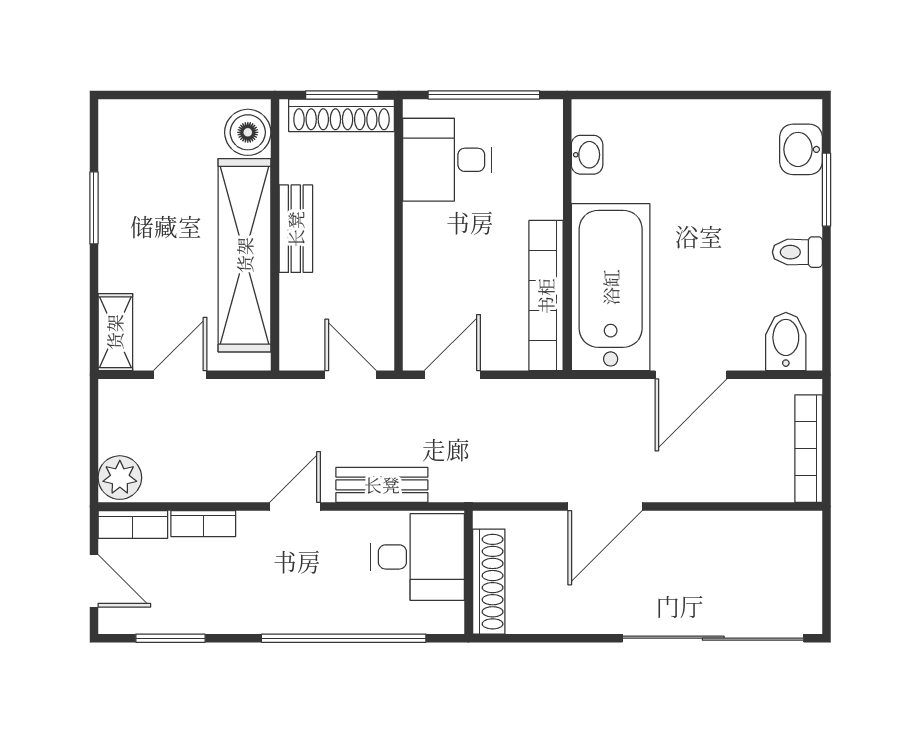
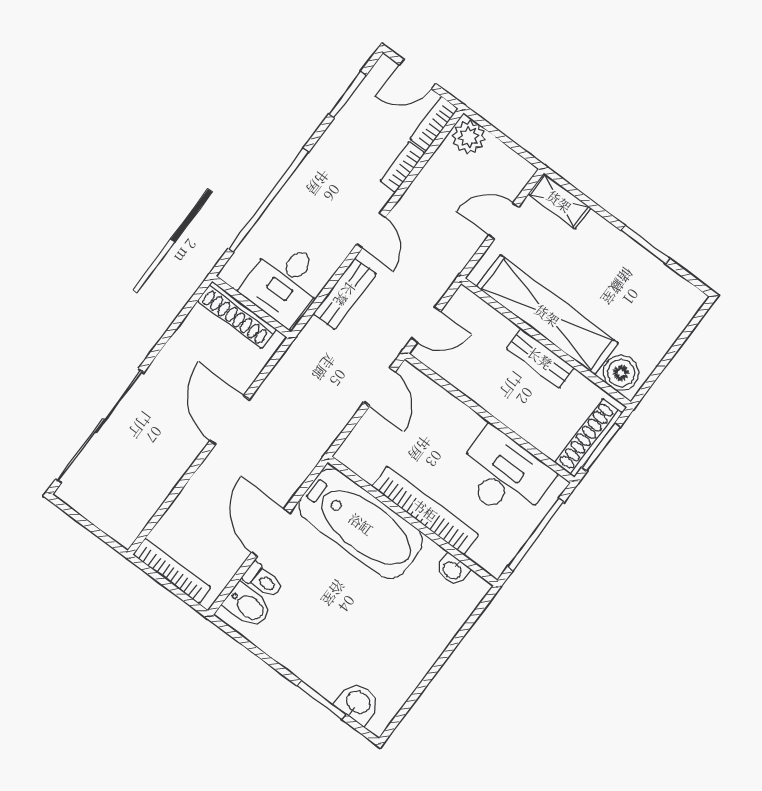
desk: (447, 160) -> (504, 475), width x1.37
toilet: (797, 252) -> (263, 580), moved, turned 90
bookcase: (546, 296) -> (425, 510), moved
door: (180, 375) -> (504, 221), swing flipped

